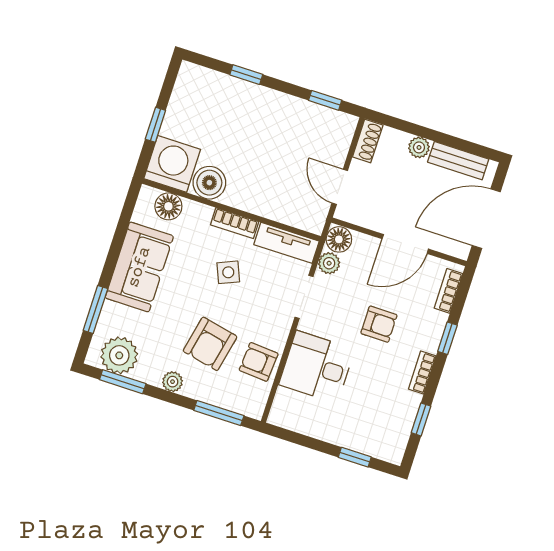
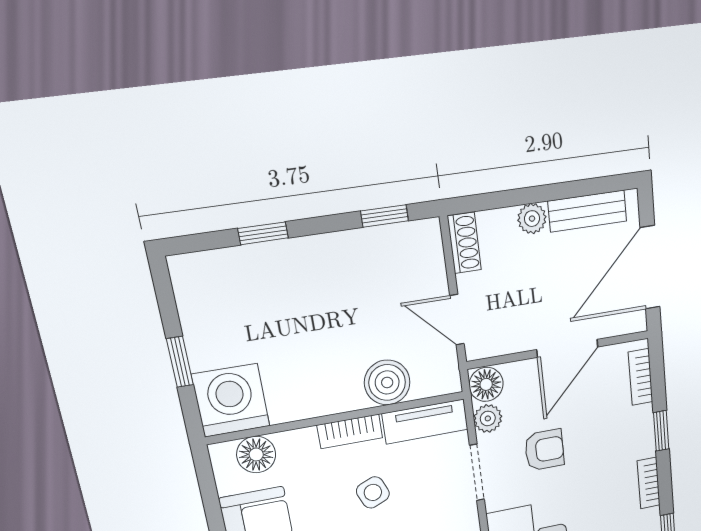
boiler: (209, 183) -> (387, 382), moved
armchair: (379, 324) -> (544, 450), moved

